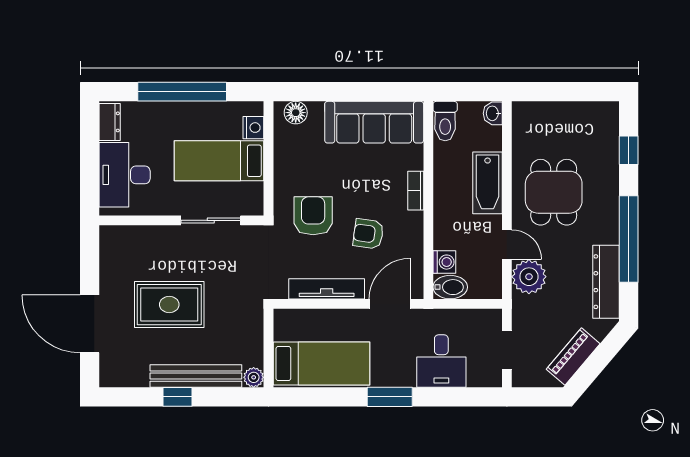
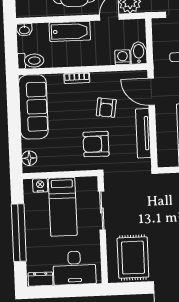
rug: (169, 305) -> (133, 258), moved

